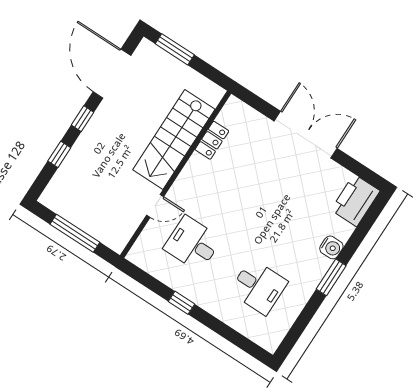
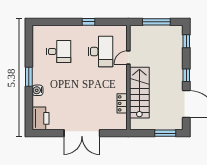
window: (59, 154) -> (186, 41), moved
desk: (193, 244) -> (101, 52), width x1.37
desk: (259, 287) -> (59, 52), turned 180

